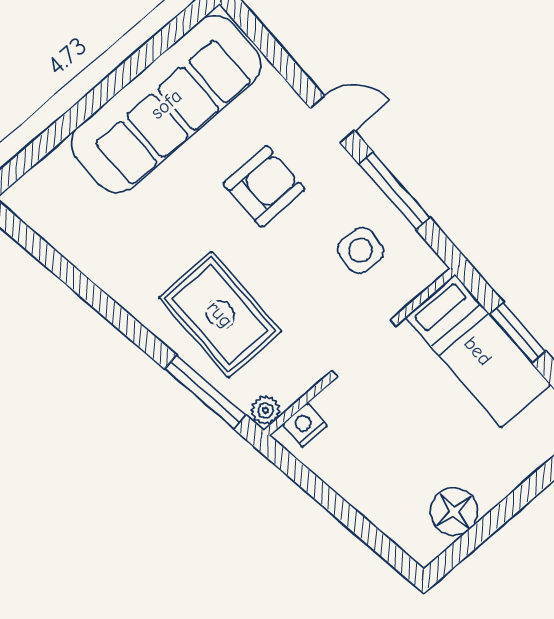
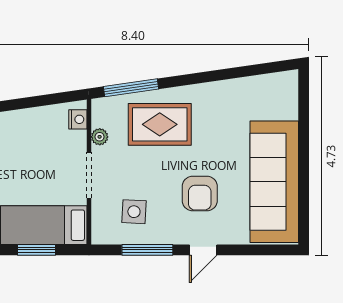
plant: (265, 410) -> (100, 137), moved

